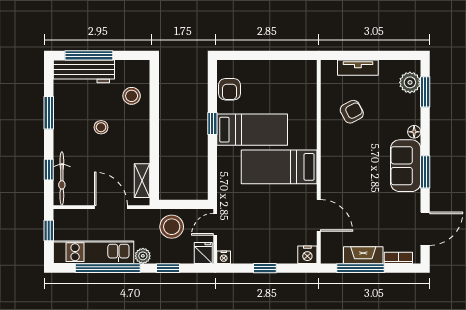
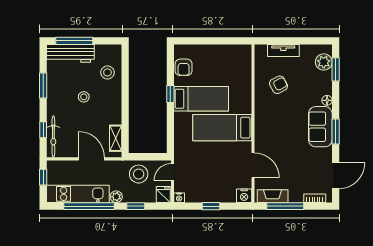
fireplace: (363, 255) -> (273, 196), moved

